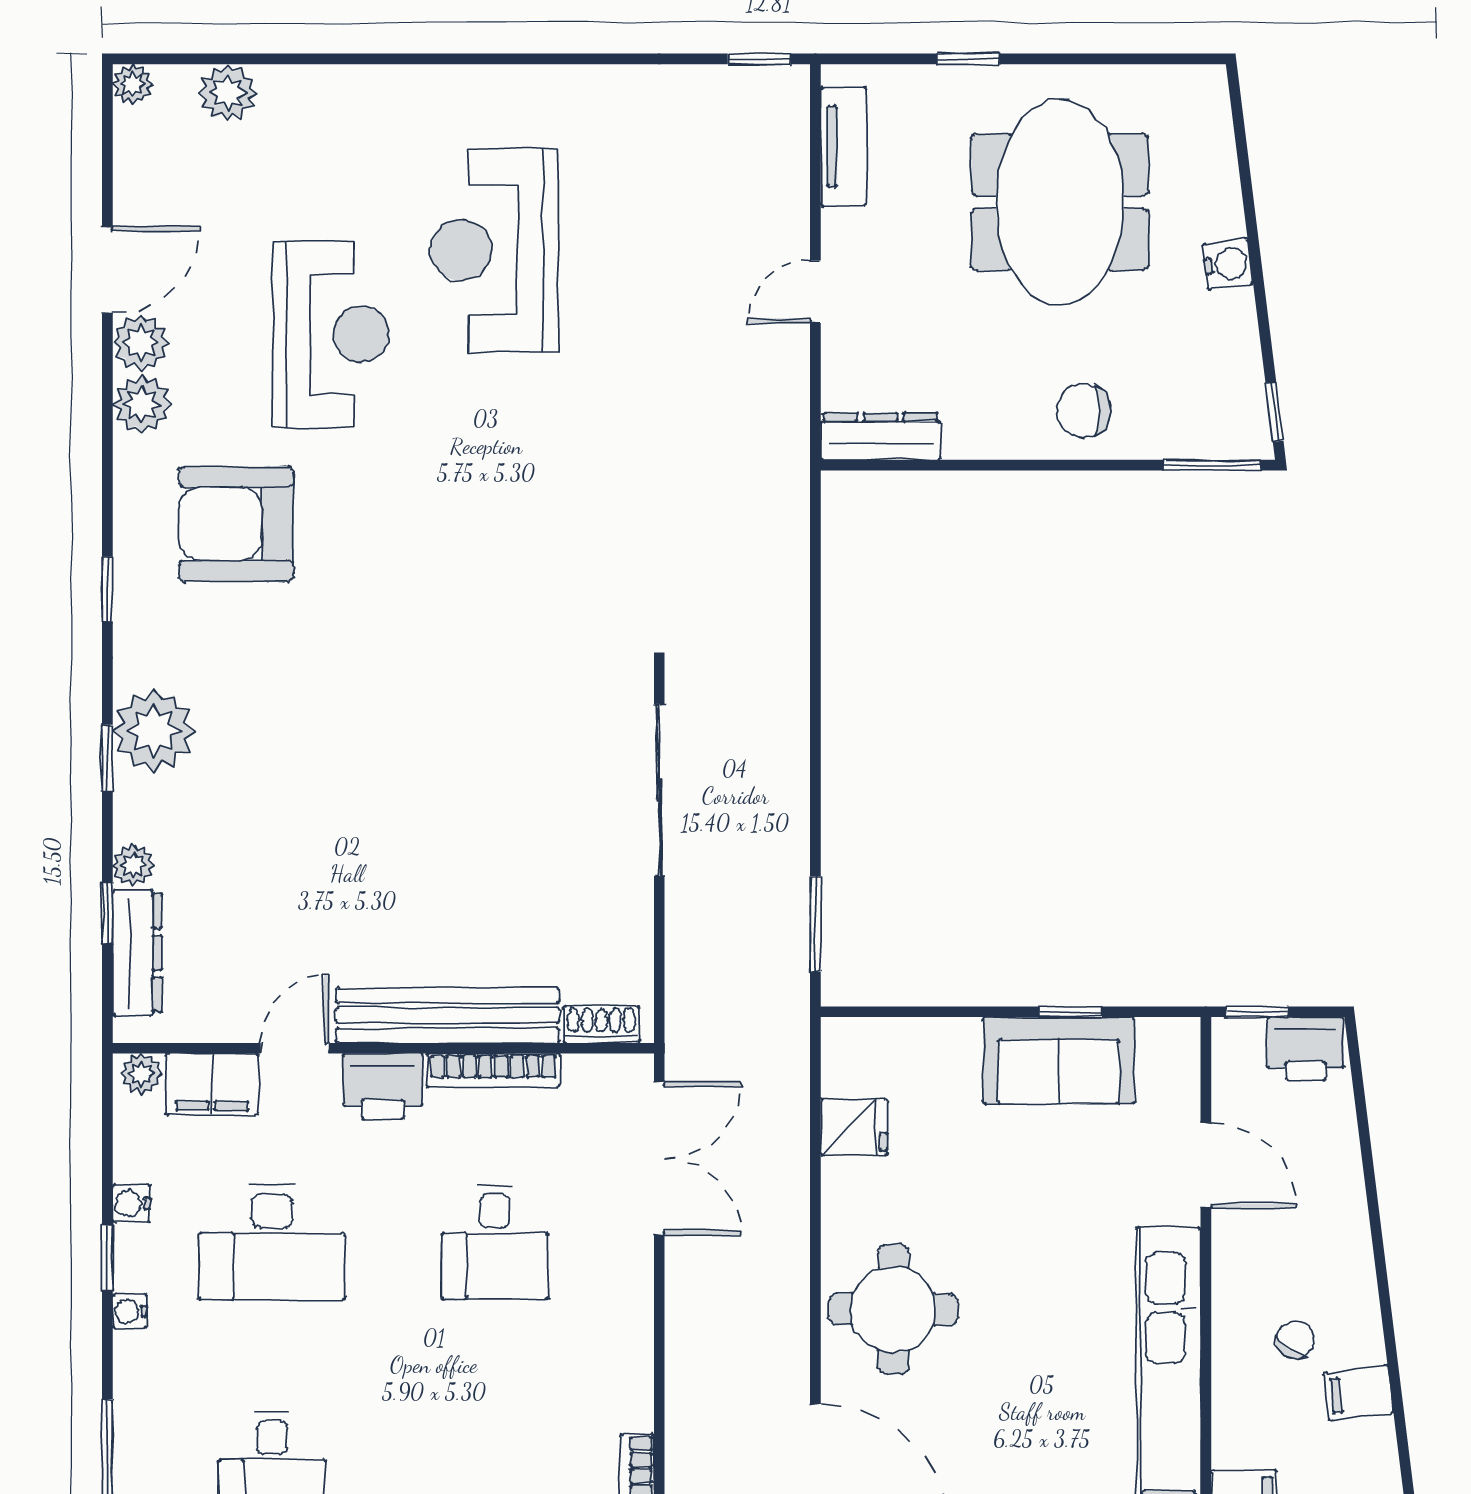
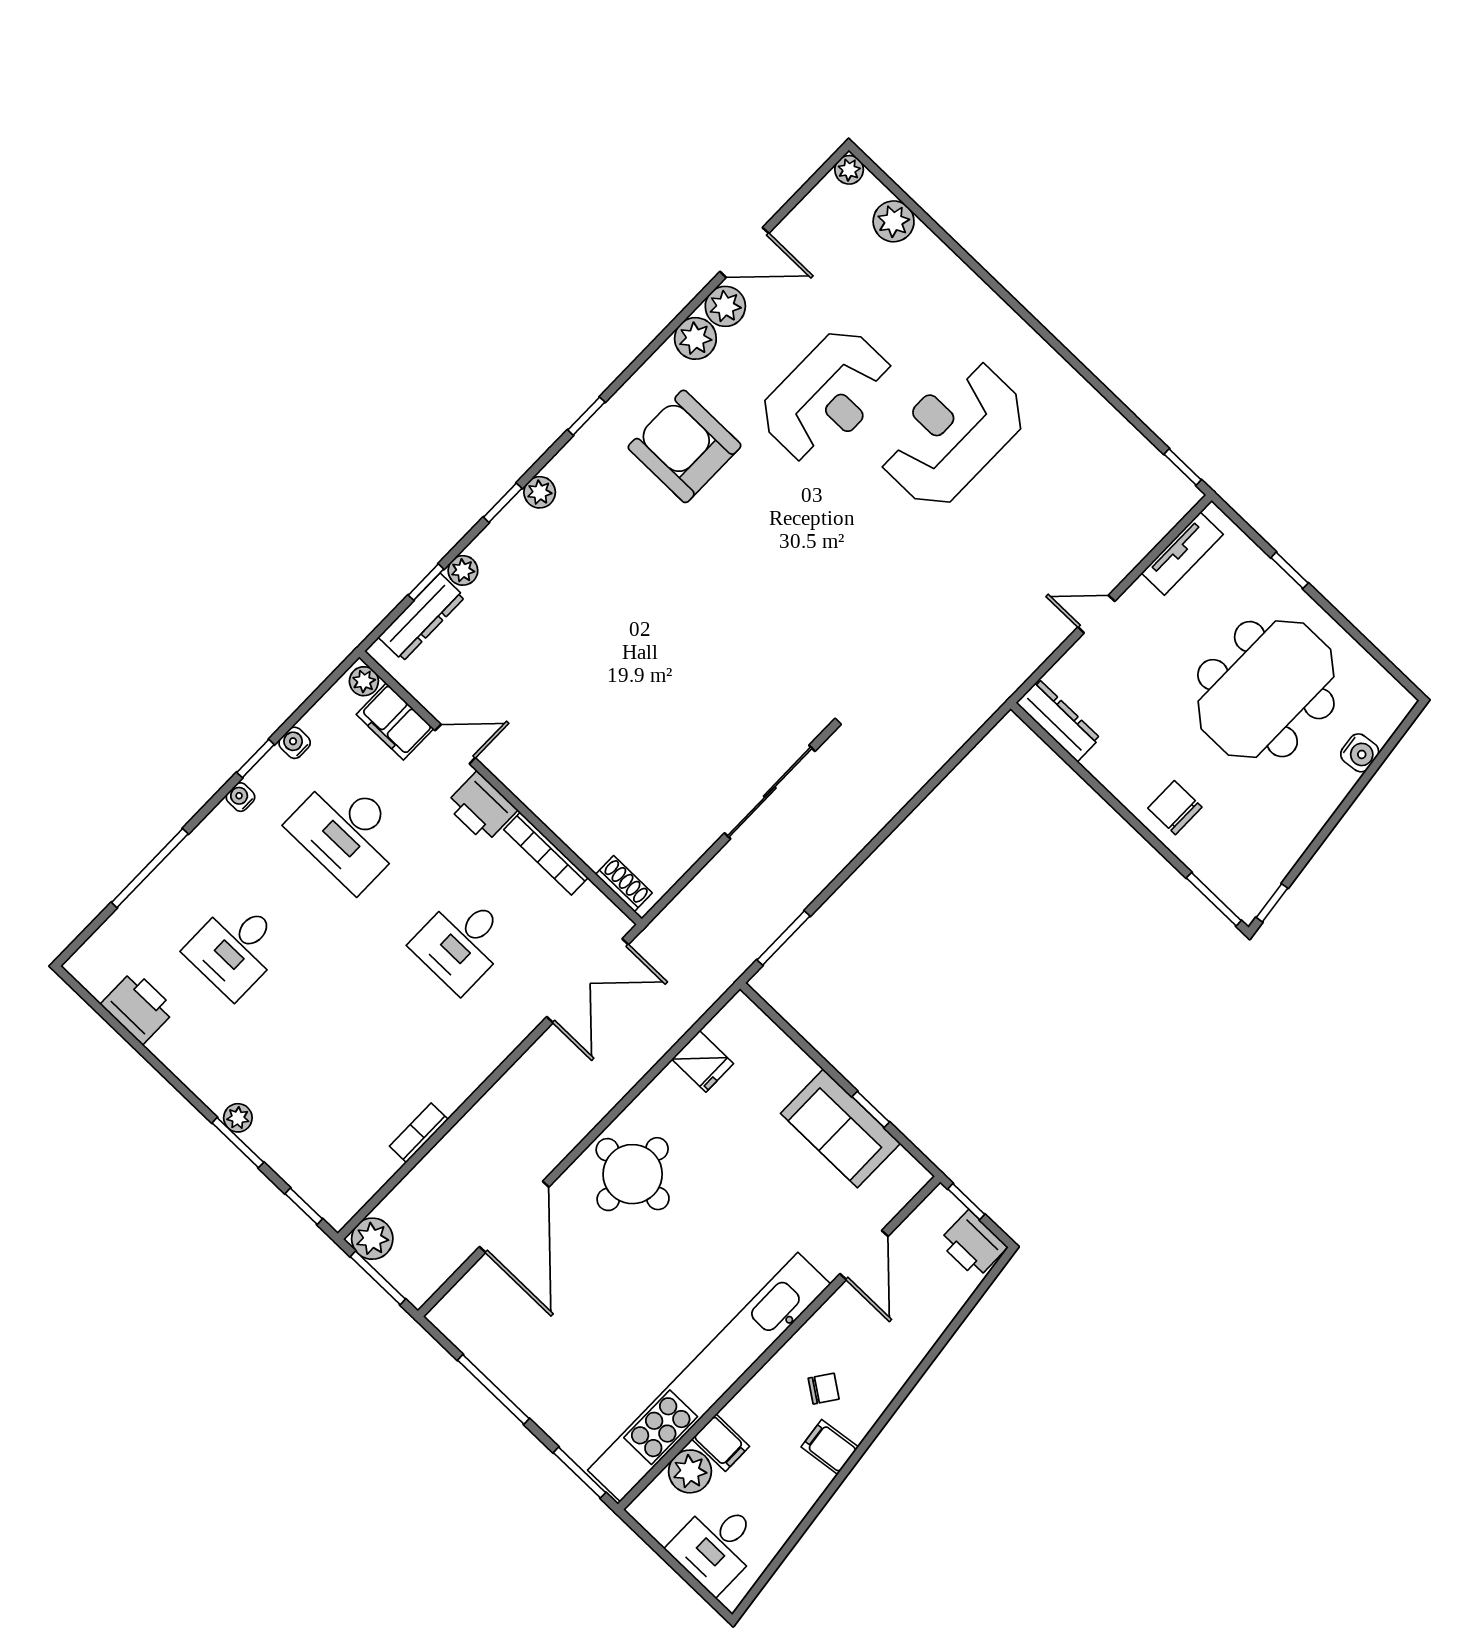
water cooler: (1228, 264) -> (1360, 753), moved
plant: (154, 731) -> (540, 492), width x0.53, depth x0.53
bench: (448, 1015) -> (550, 803), removed

